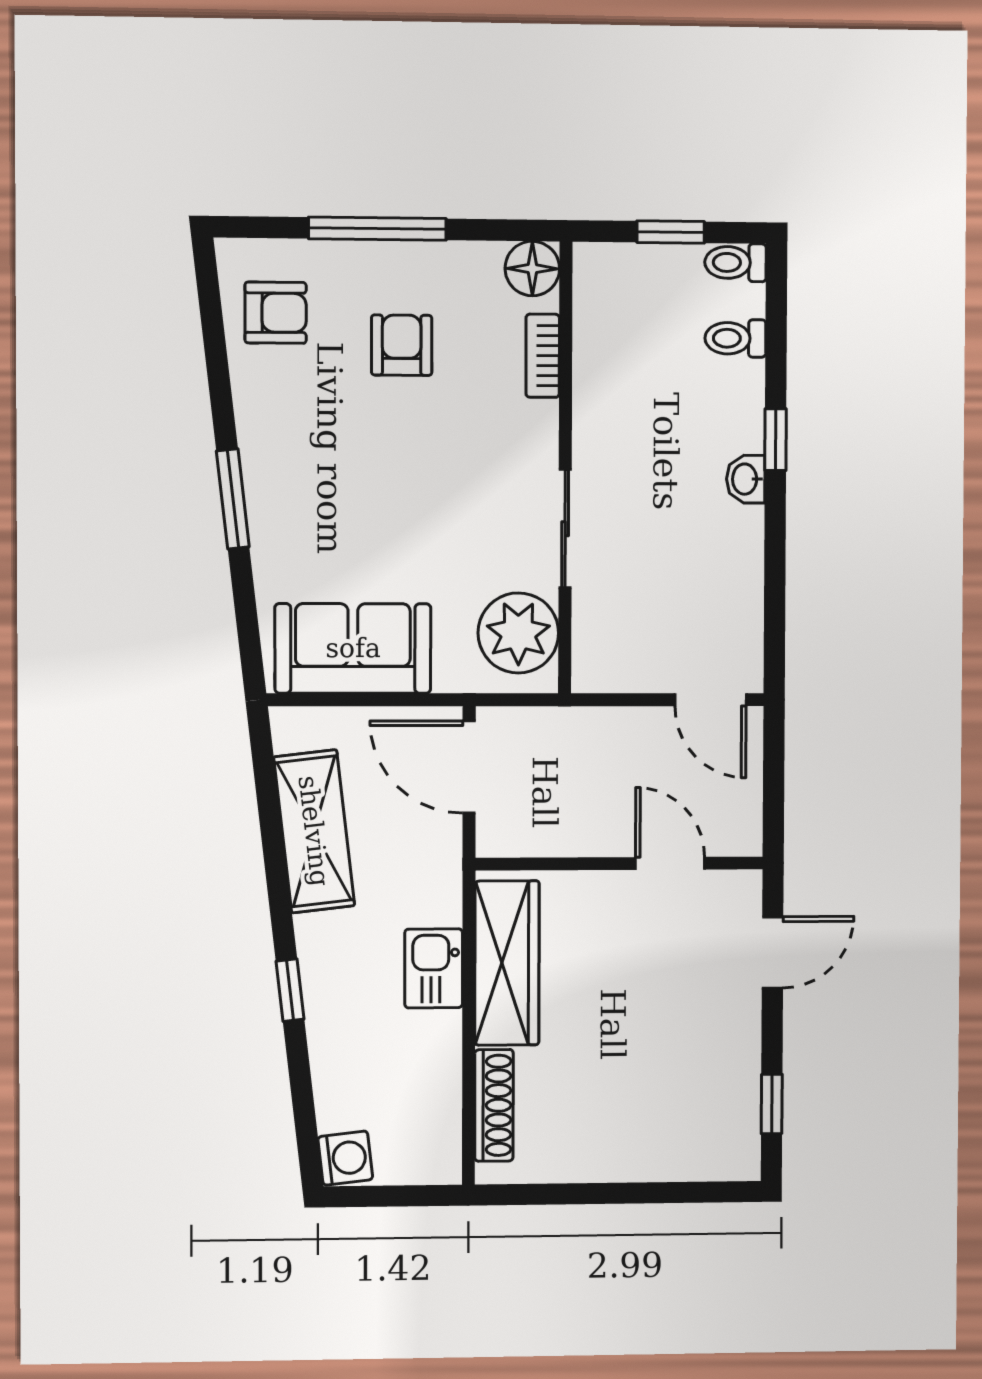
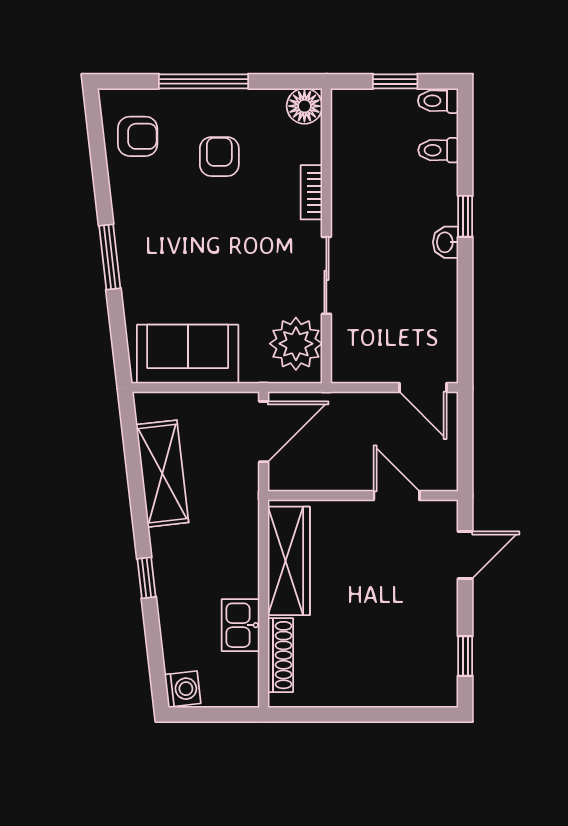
bookcase: (543, 356) -> (311, 192), moved
door: (469, 767) -> (264, 432), swing flipped
kitchen sink: (434, 968) -> (241, 625), moved

